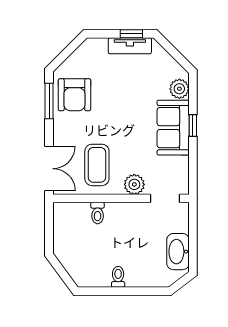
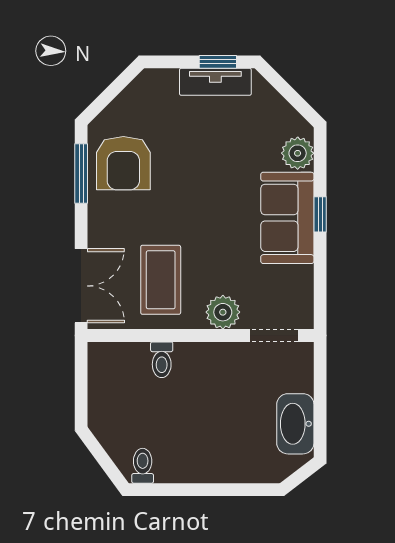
toilet: (118, 277) -> (143, 466), moved

